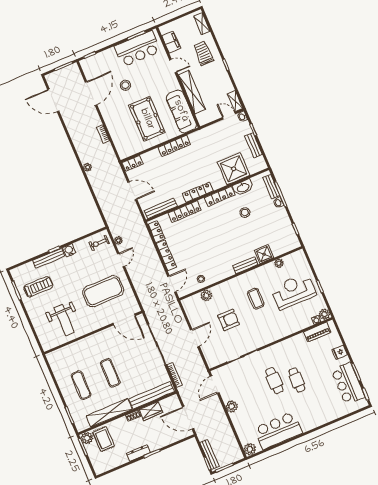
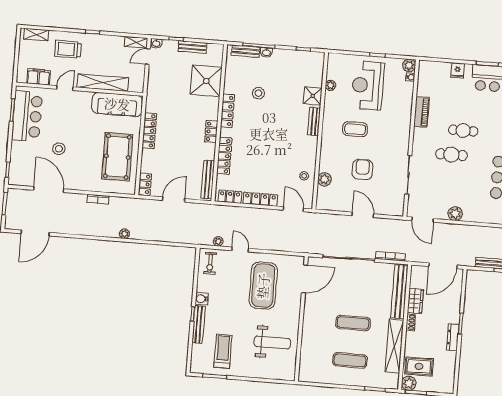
pool table: (147, 119) -> (117, 157), moved, turned 90
washbasin: (243, 187) -> (231, 81), removed
locker: (198, 192) -> (211, 132), width x0.66
piano: (317, 332) -> (421, 112), moved

